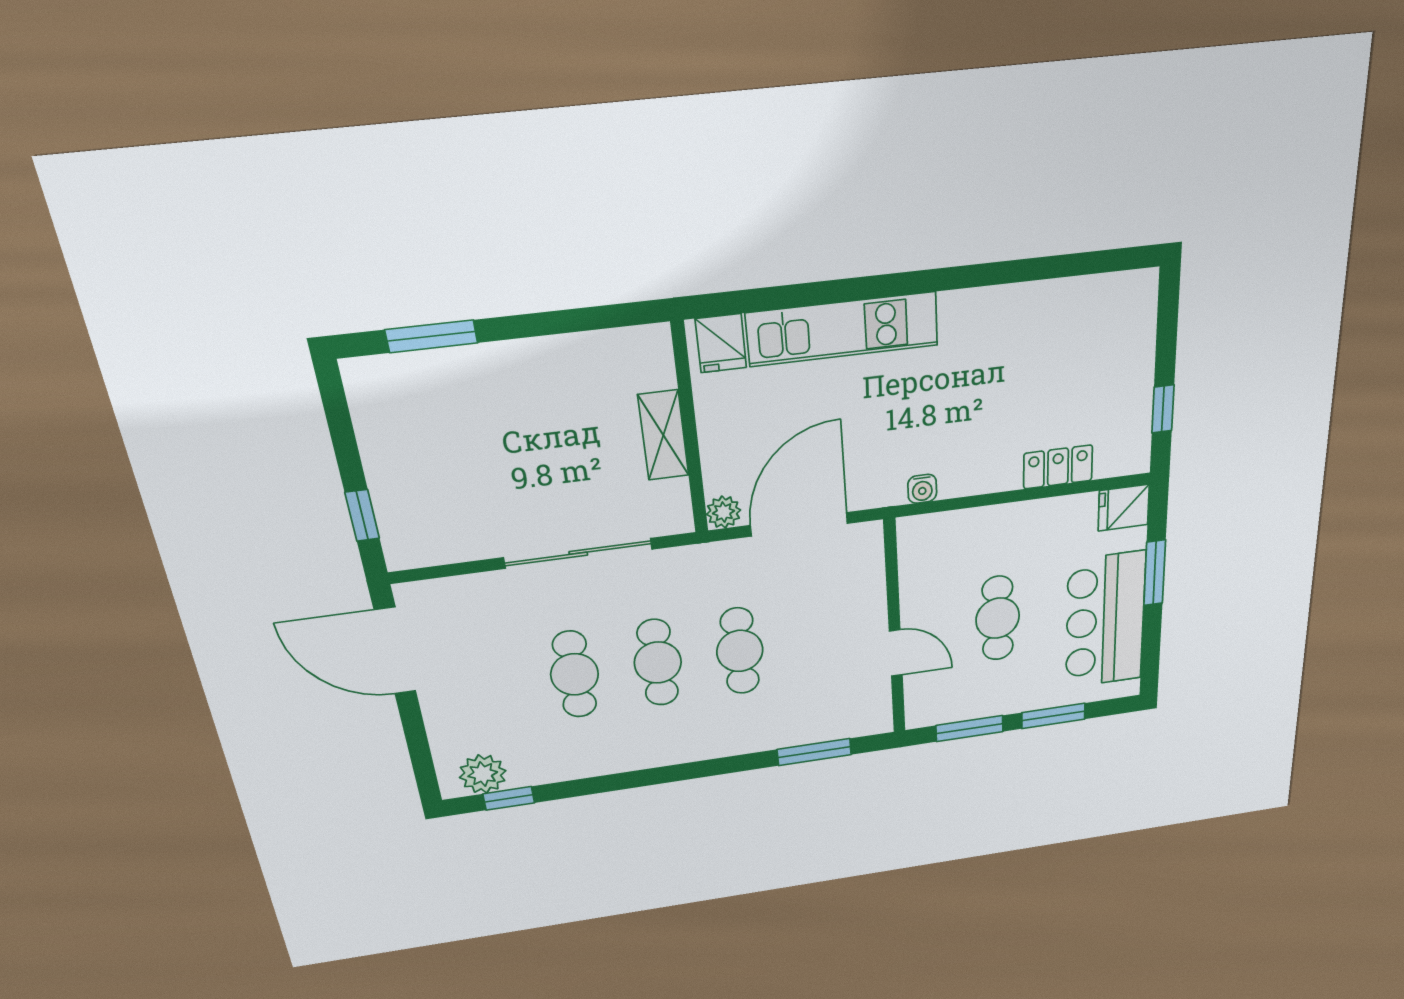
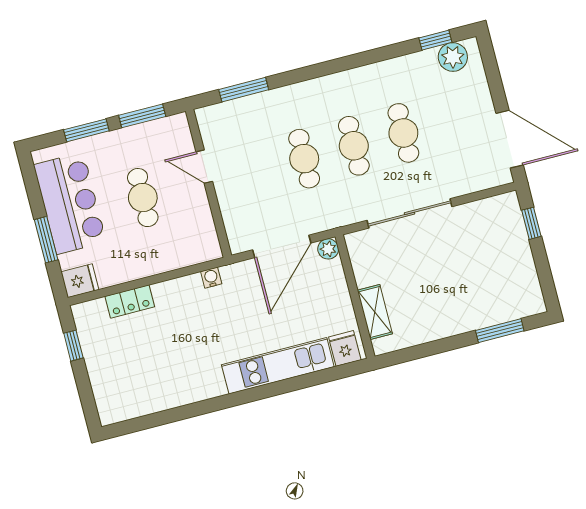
shelving: (663, 435) -> (375, 312), moved

